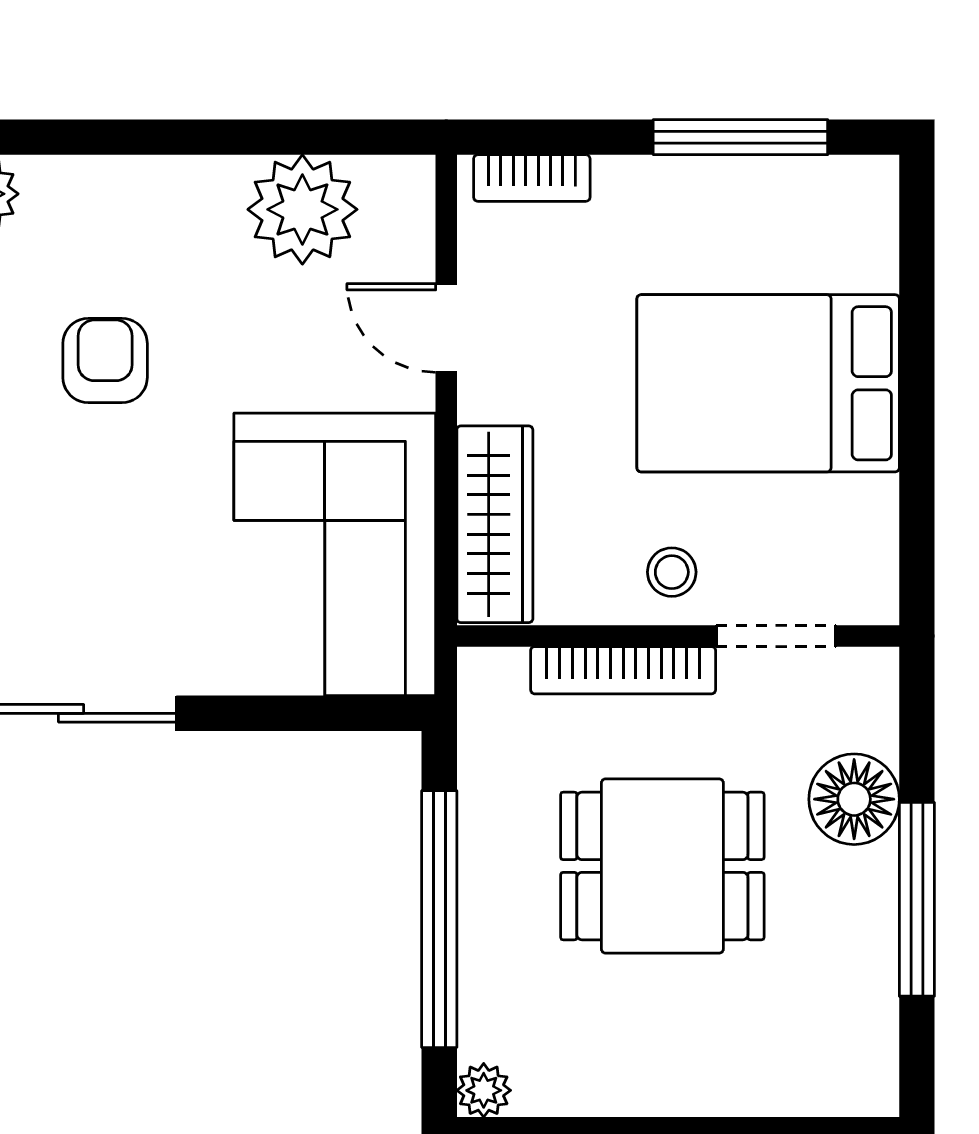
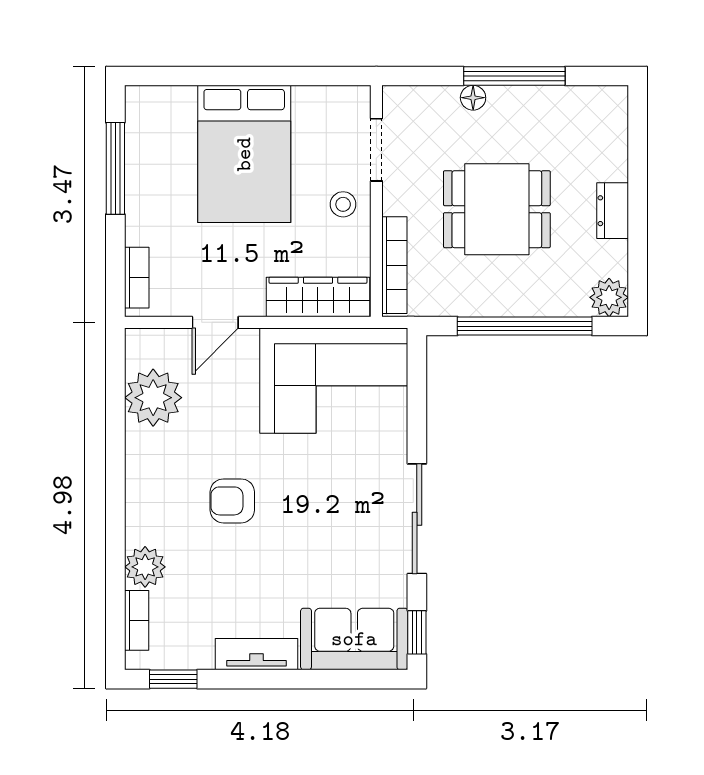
bookcase: (623, 670) -> (394, 265), moved
floor lamp: (854, 799) -> (473, 98), width x0.53, depth x0.53
dining table: (662, 866) -> (497, 209), turned 90
dresser: (660, 1087) -> (613, 211), added
plant: (484, 1090) -> (609, 297), width x1.38, depth x1.38

